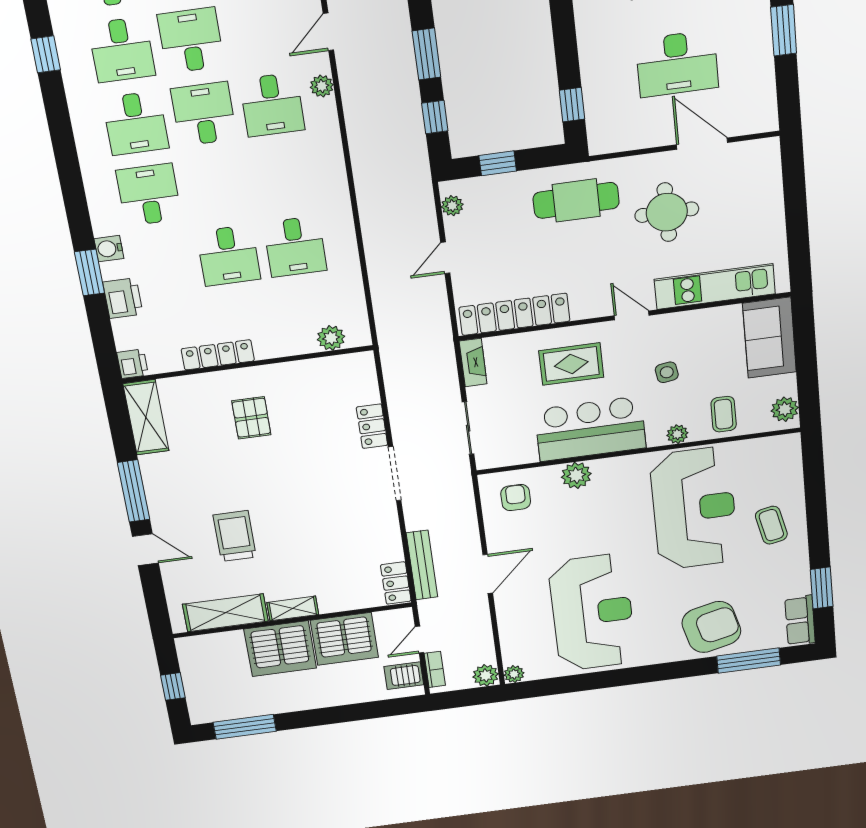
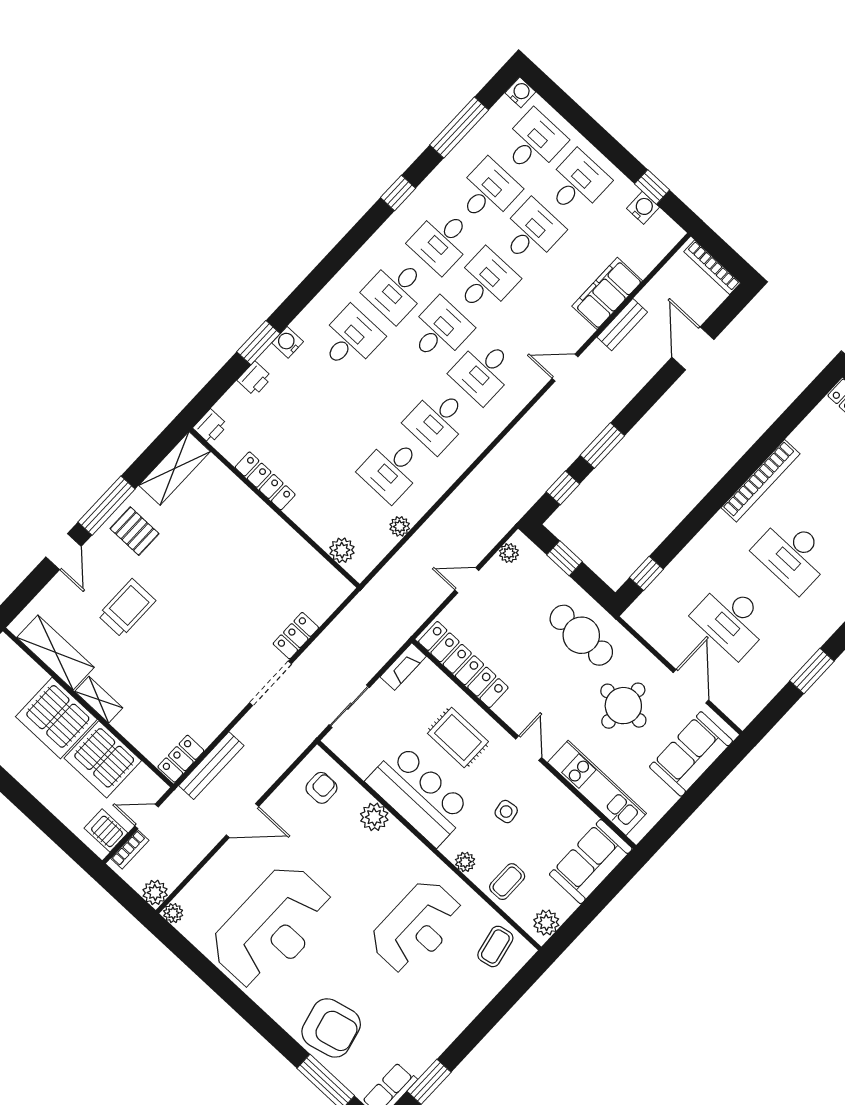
plant: (322, 86) -> (400, 526), moved
sofa: (758, 189) -> (691, 754), added
desk: (229, 256) -> (438, 420), moved
printer: (123, 298) -> (255, 379), width x0.73, depth x0.81
pallet: (251, 418) -> (135, 531), moved, turned 90
reception desk: (694, 508) -> (417, 927), width x0.74, depth x0.77
coffee table: (771, 525) -> (495, 946), moved

